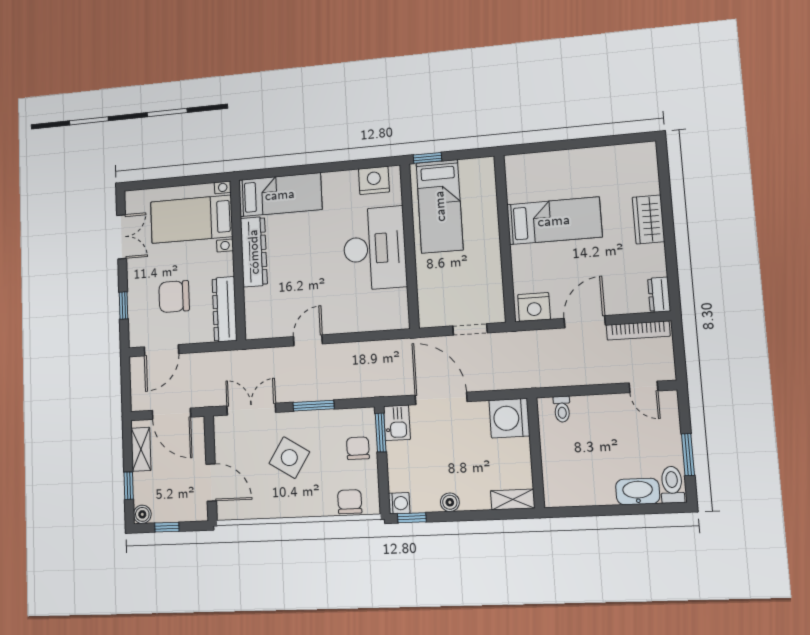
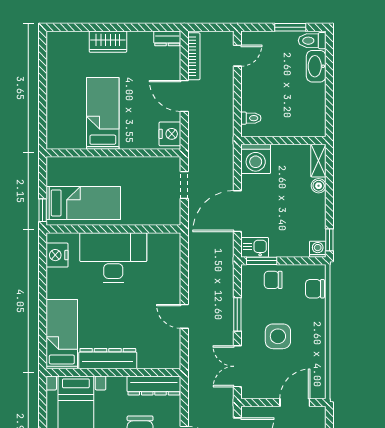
side table: (289, 458) -> (278, 336), turned -32
boiler: (450, 502) -> (319, 186), moved

